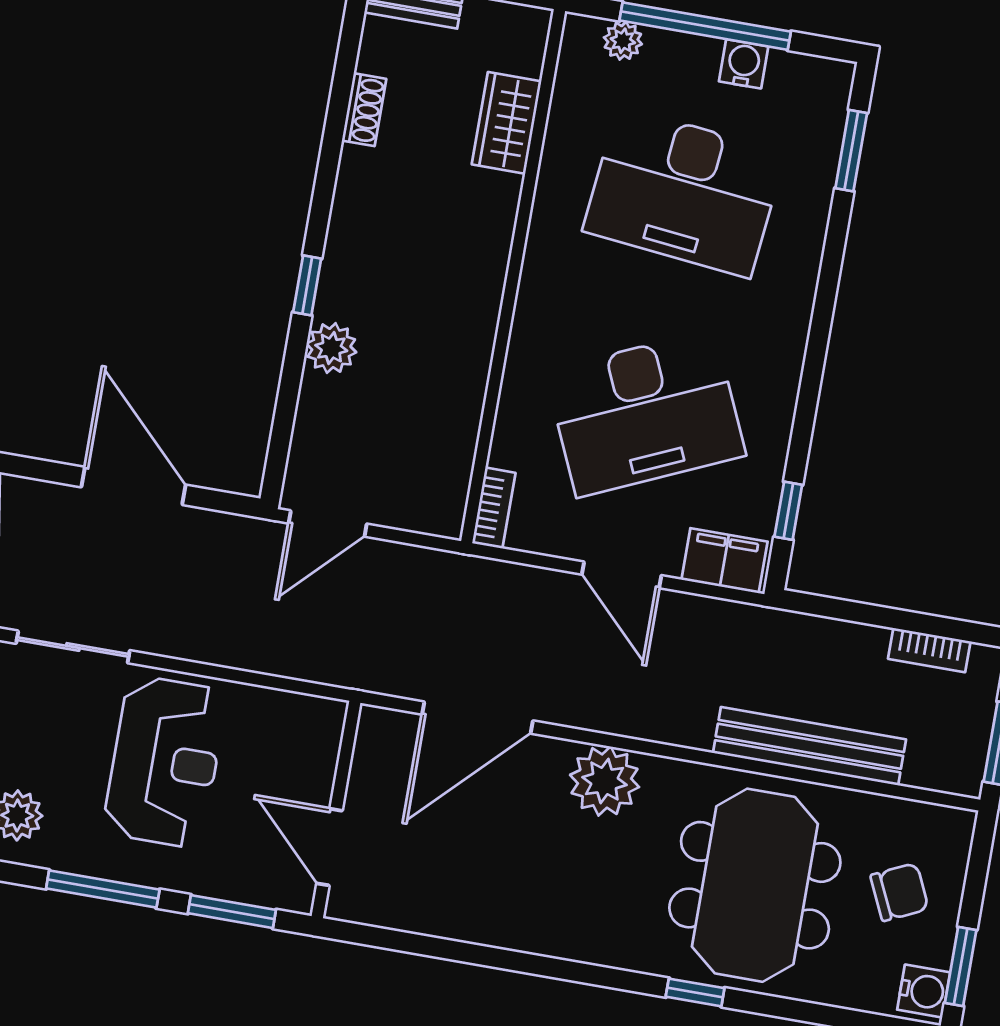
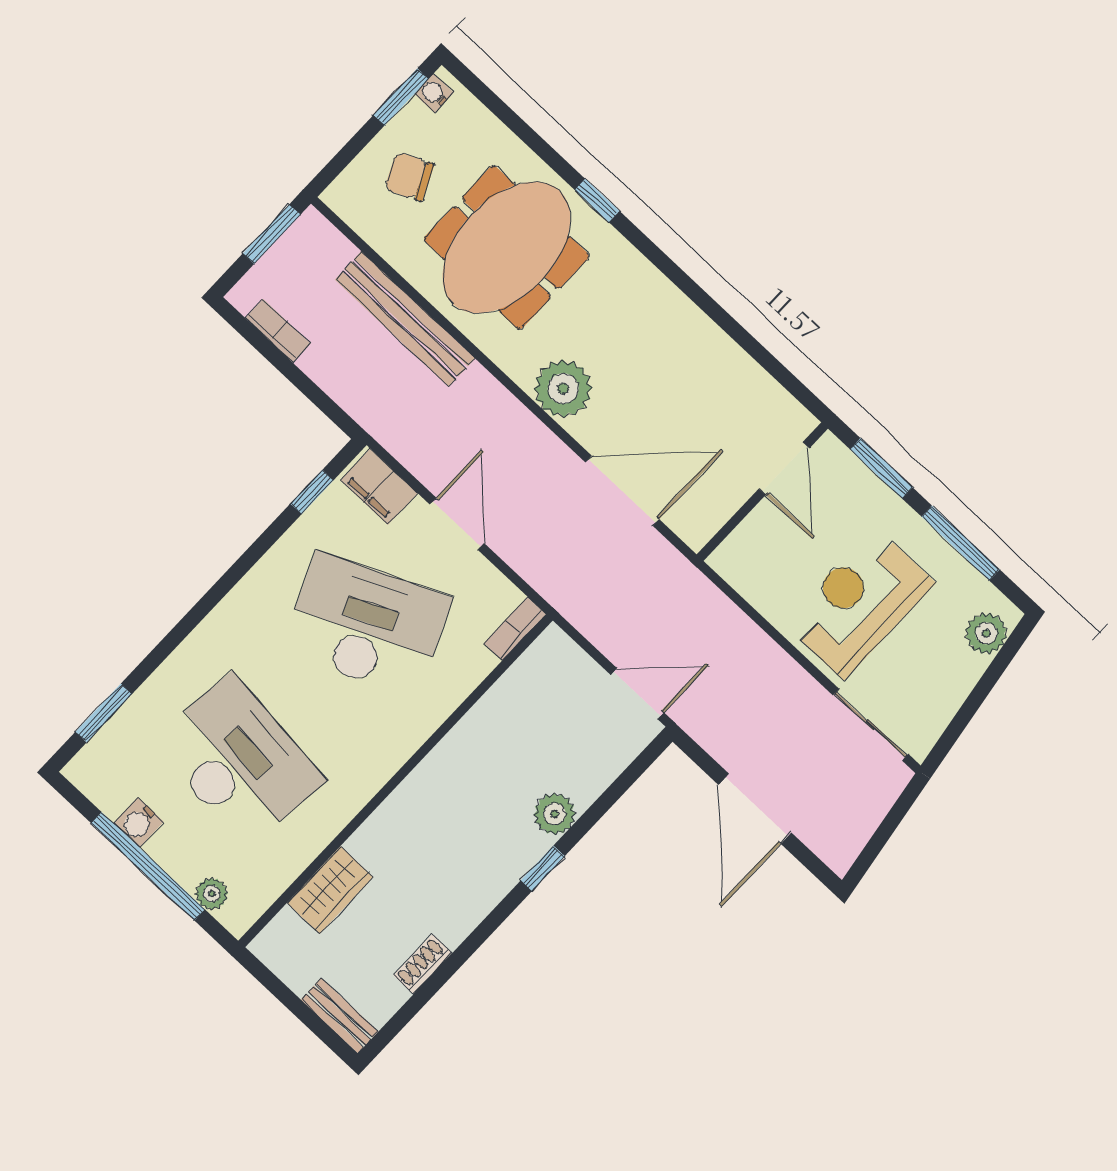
water cooler: (924, 991) -> (434, 93), width x0.72, depth x0.72

